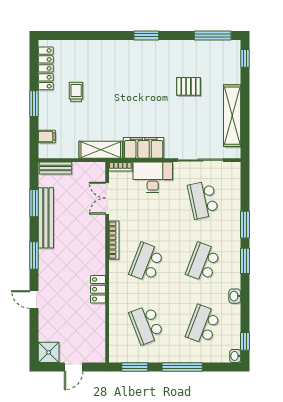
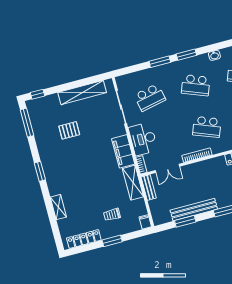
shelving: (95, 47) -> (58, 207), added
pallet: (188, 86) -> (69, 130), turned 90
trolley: (76, 92) -> (112, 215), moved
filing cabinet: (47, 137) -> (145, 222), moved
bench: (56, 168) -> (149, 187), moved

